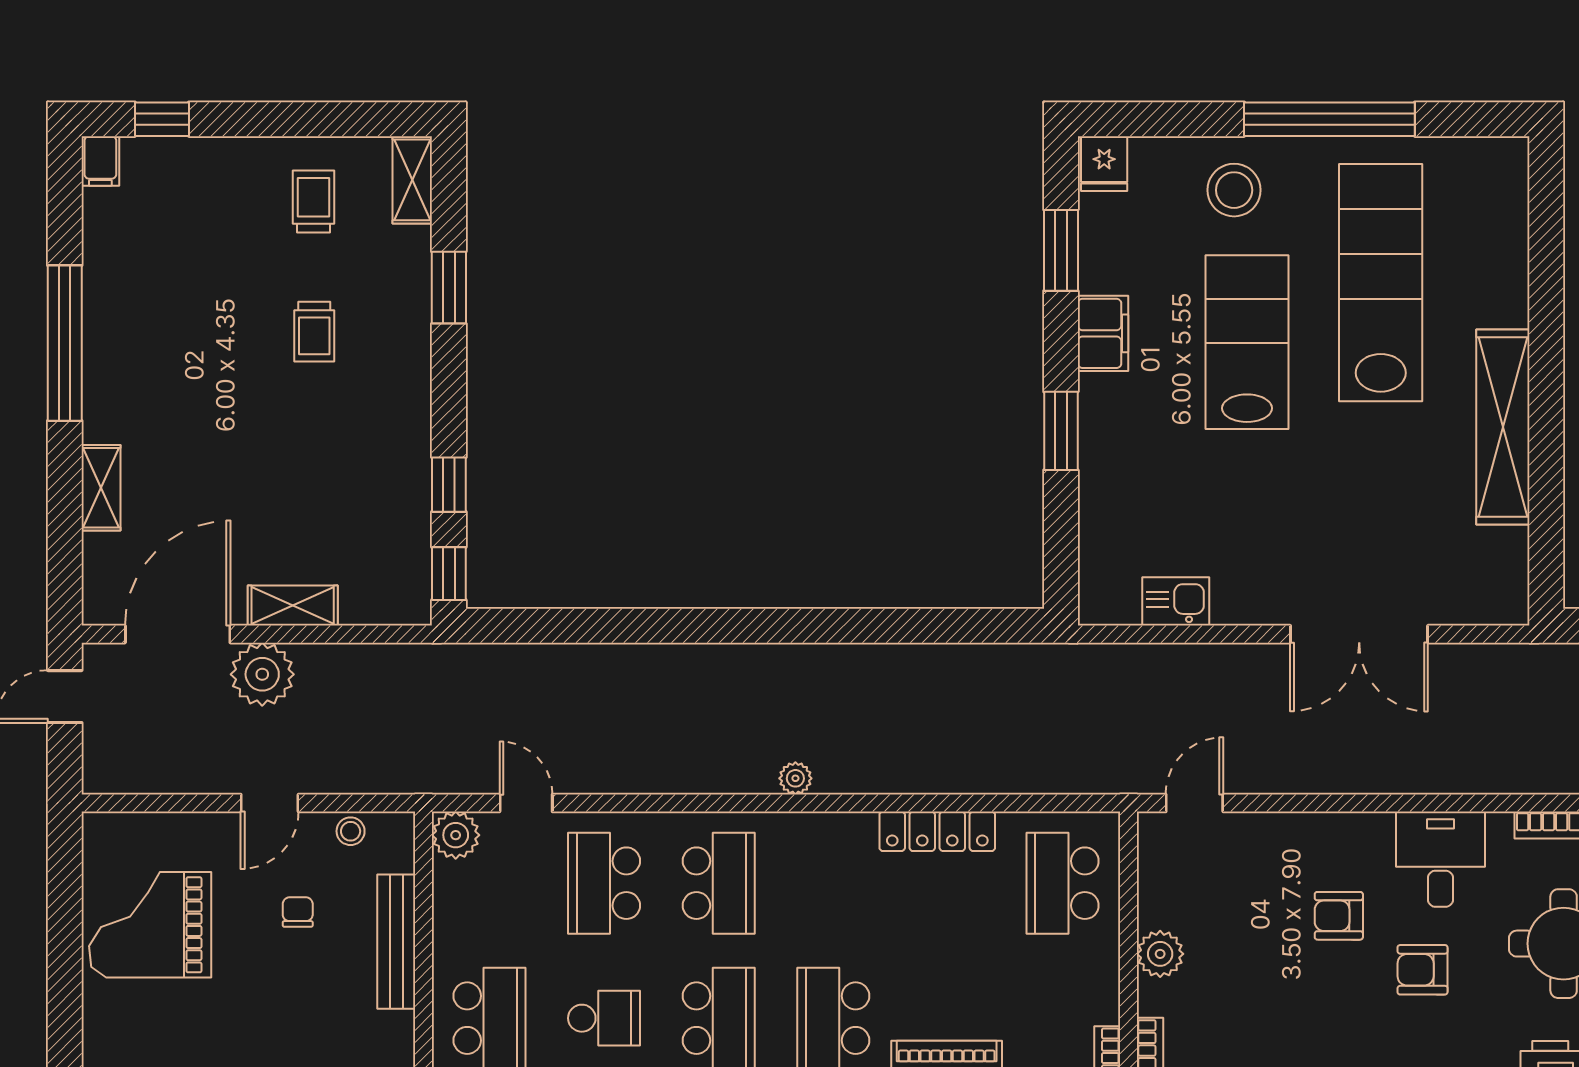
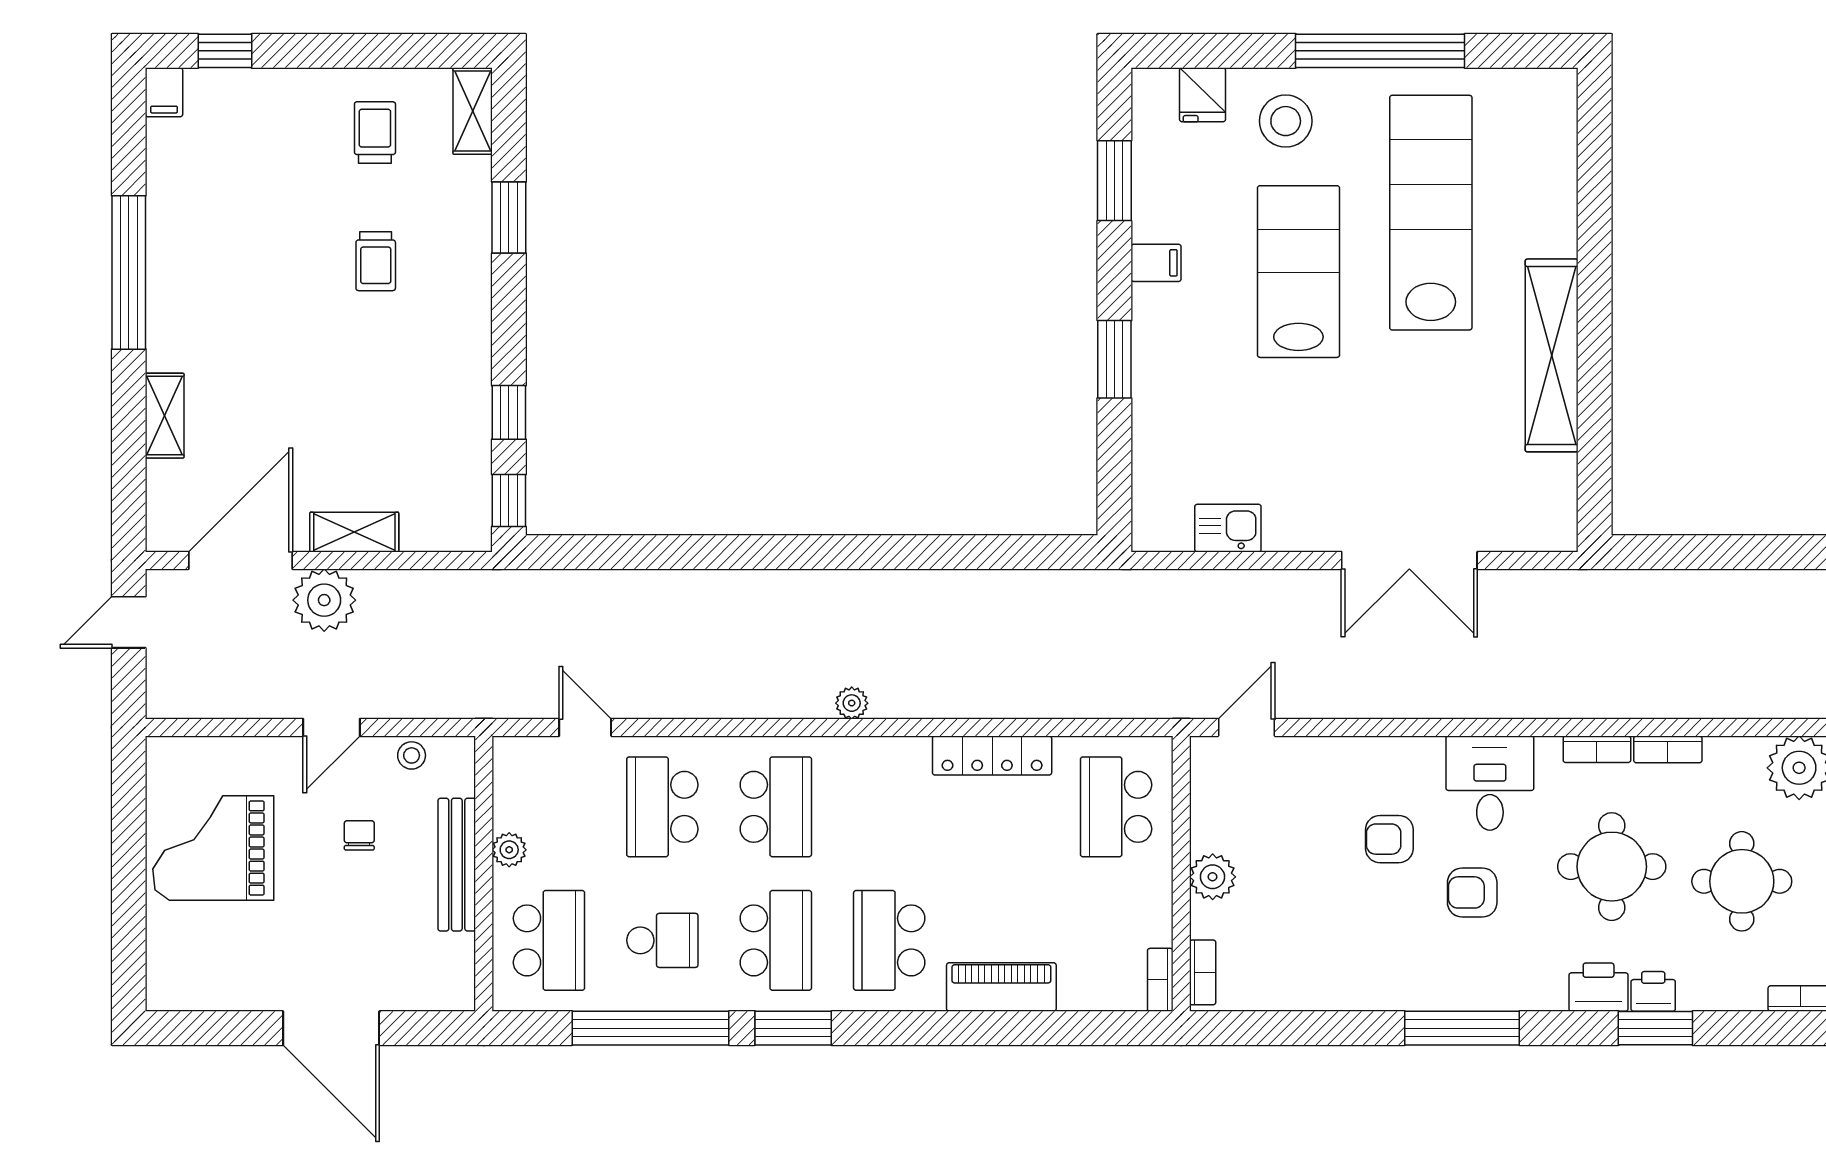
fridge: (1104, 164) -> (1203, 95), moved
filing cabinet: (1103, 333) -> (1156, 263), width x0.50
plant: (456, 835) -> (509, 850), moved, width x0.73, depth x0.73

